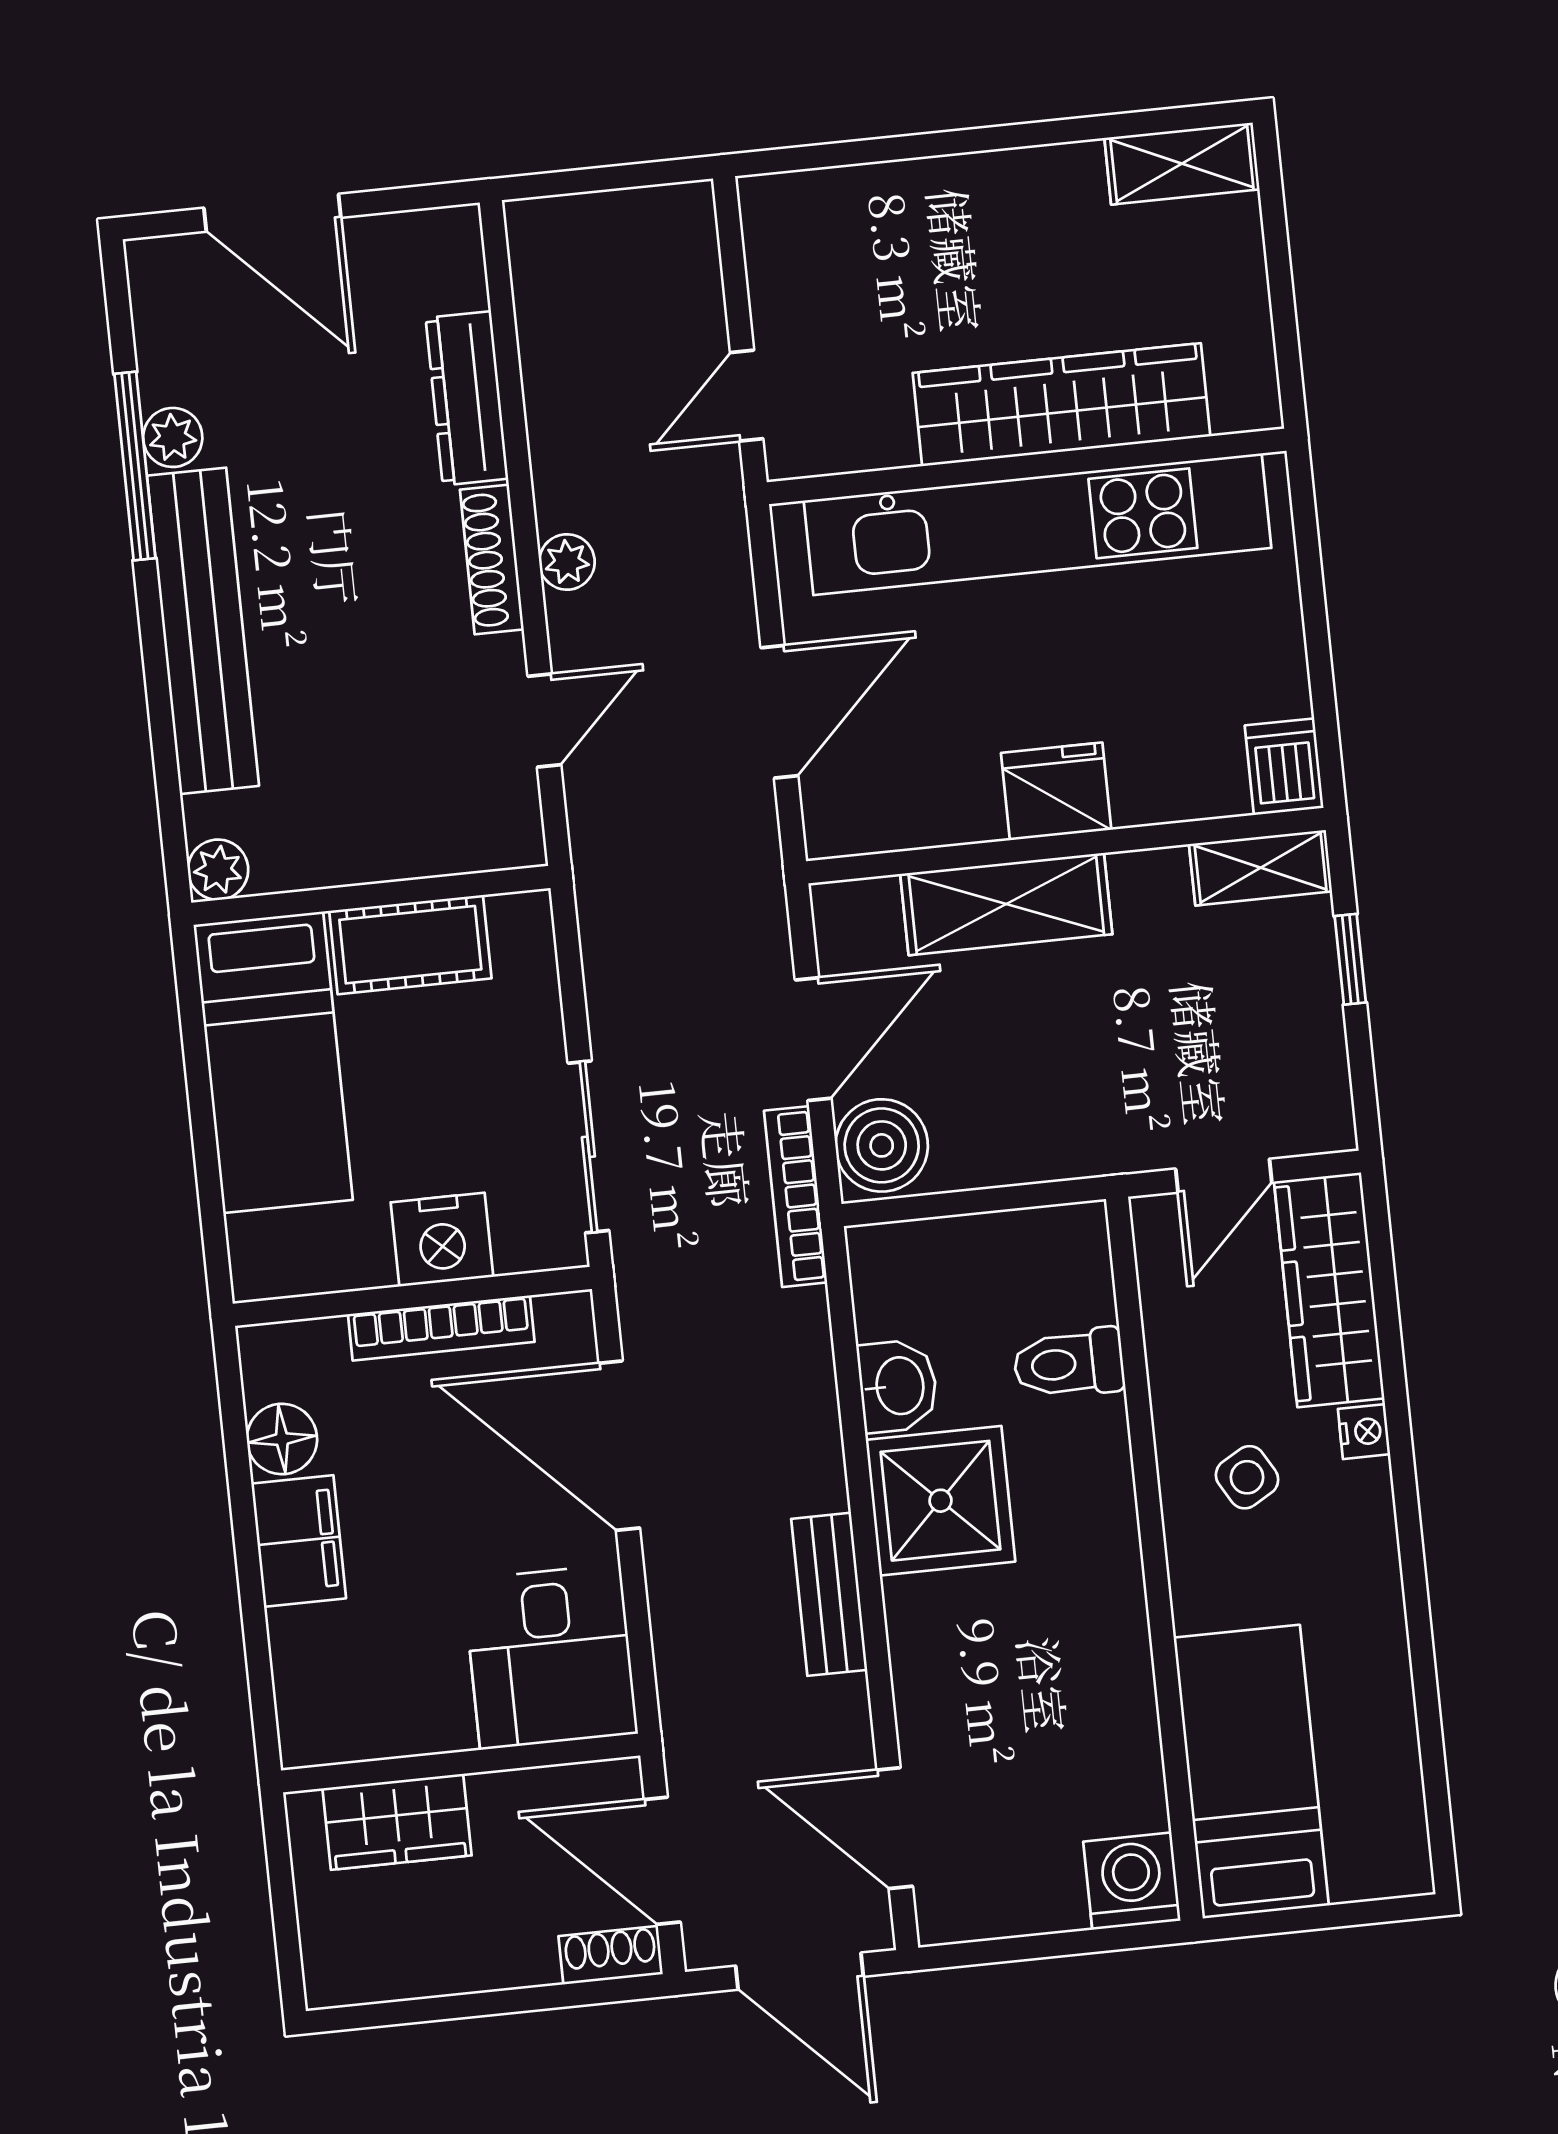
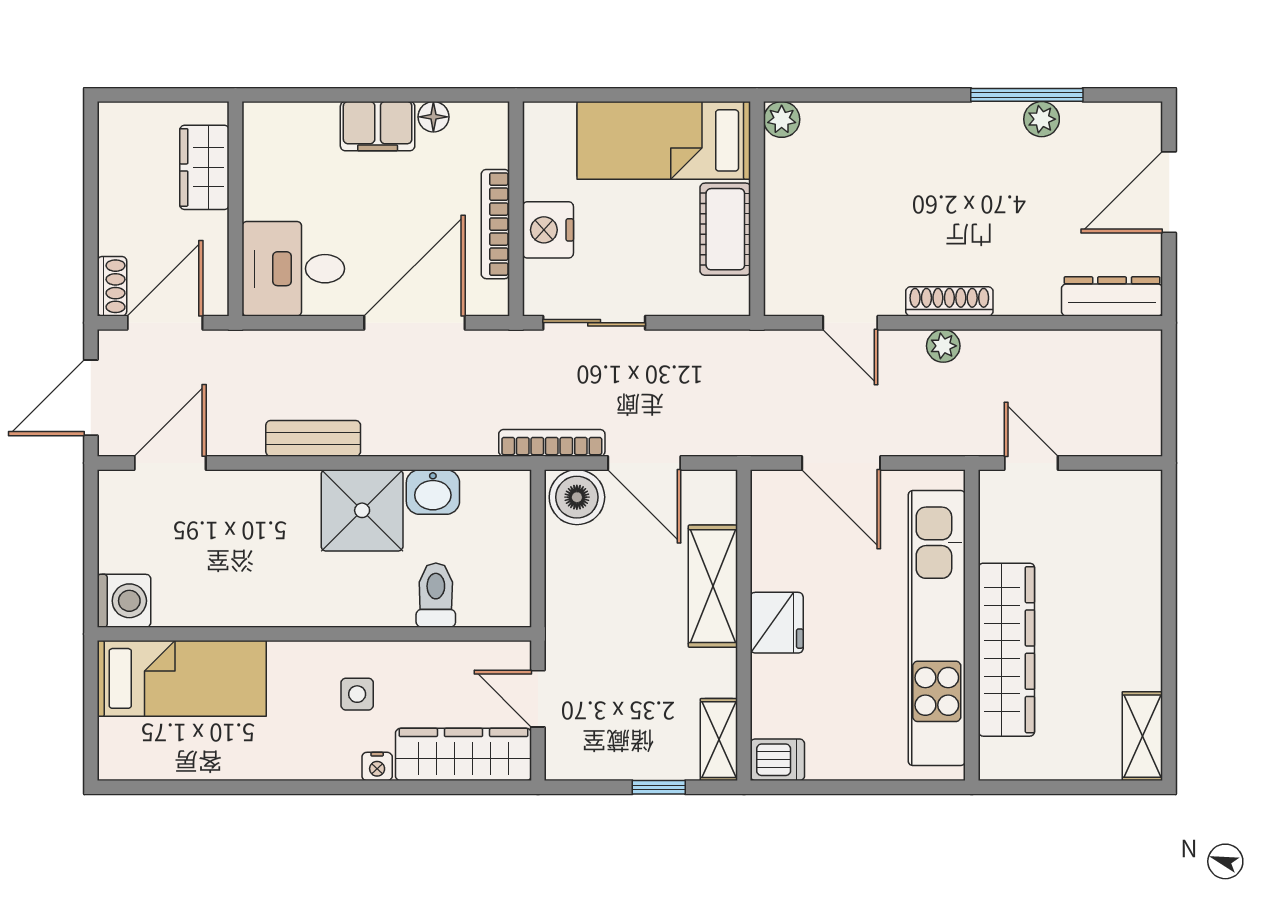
dresser: (467, 398) -> (1112, 296), moved
bench: (203, 631) -> (925, 125), removed
floor lamp: (282, 1439) -> (433, 117), width x0.73, depth x0.73
side table: (1247, 1477) -> (357, 694), turned 30

